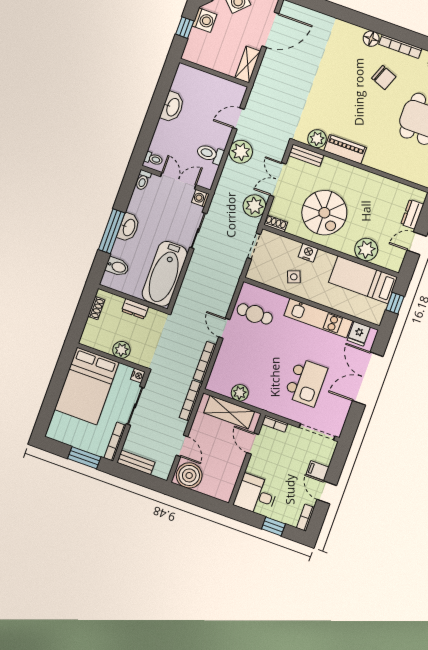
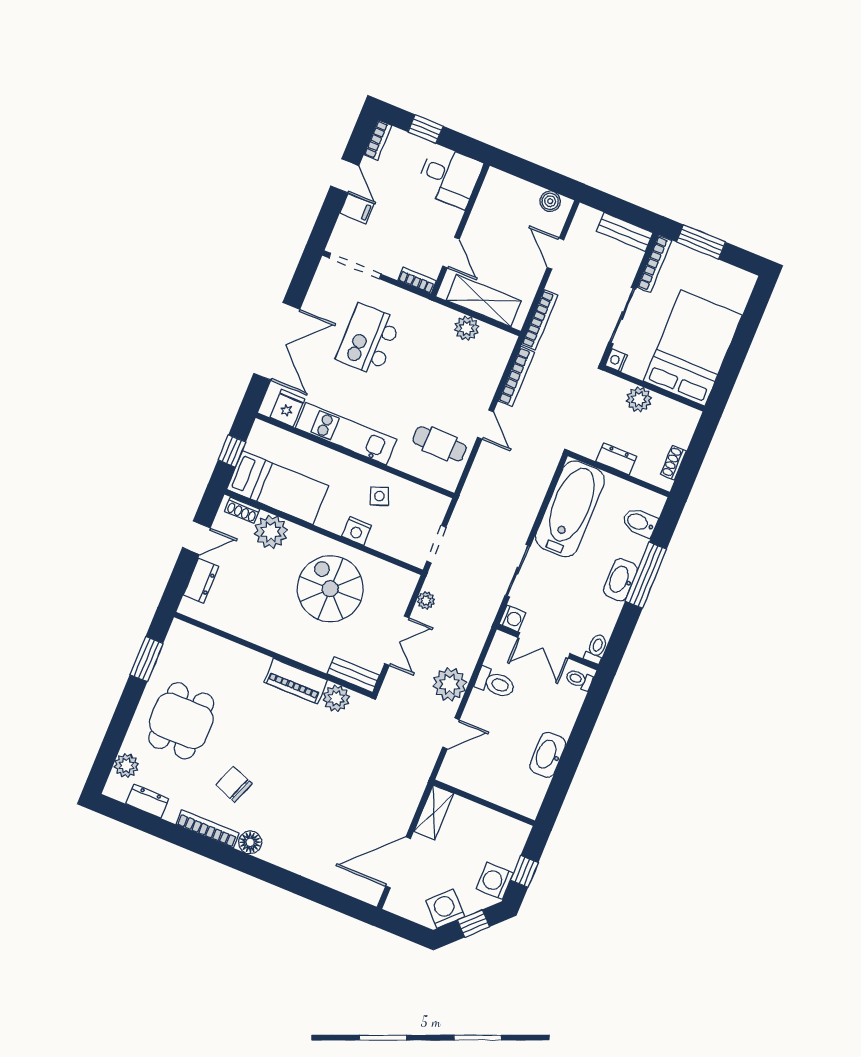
plant: (254, 206) -> (426, 600), width x0.53, depth x0.53
shoe rack: (276, 223) -> (242, 510), moved
boiler: (189, 475) -> (550, 201), width x0.54, depth x0.54

